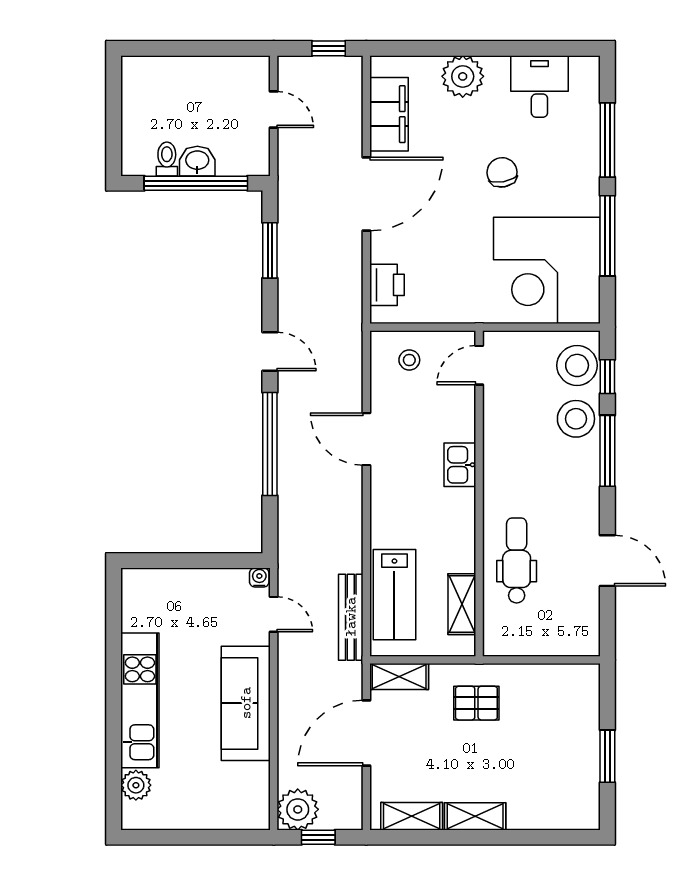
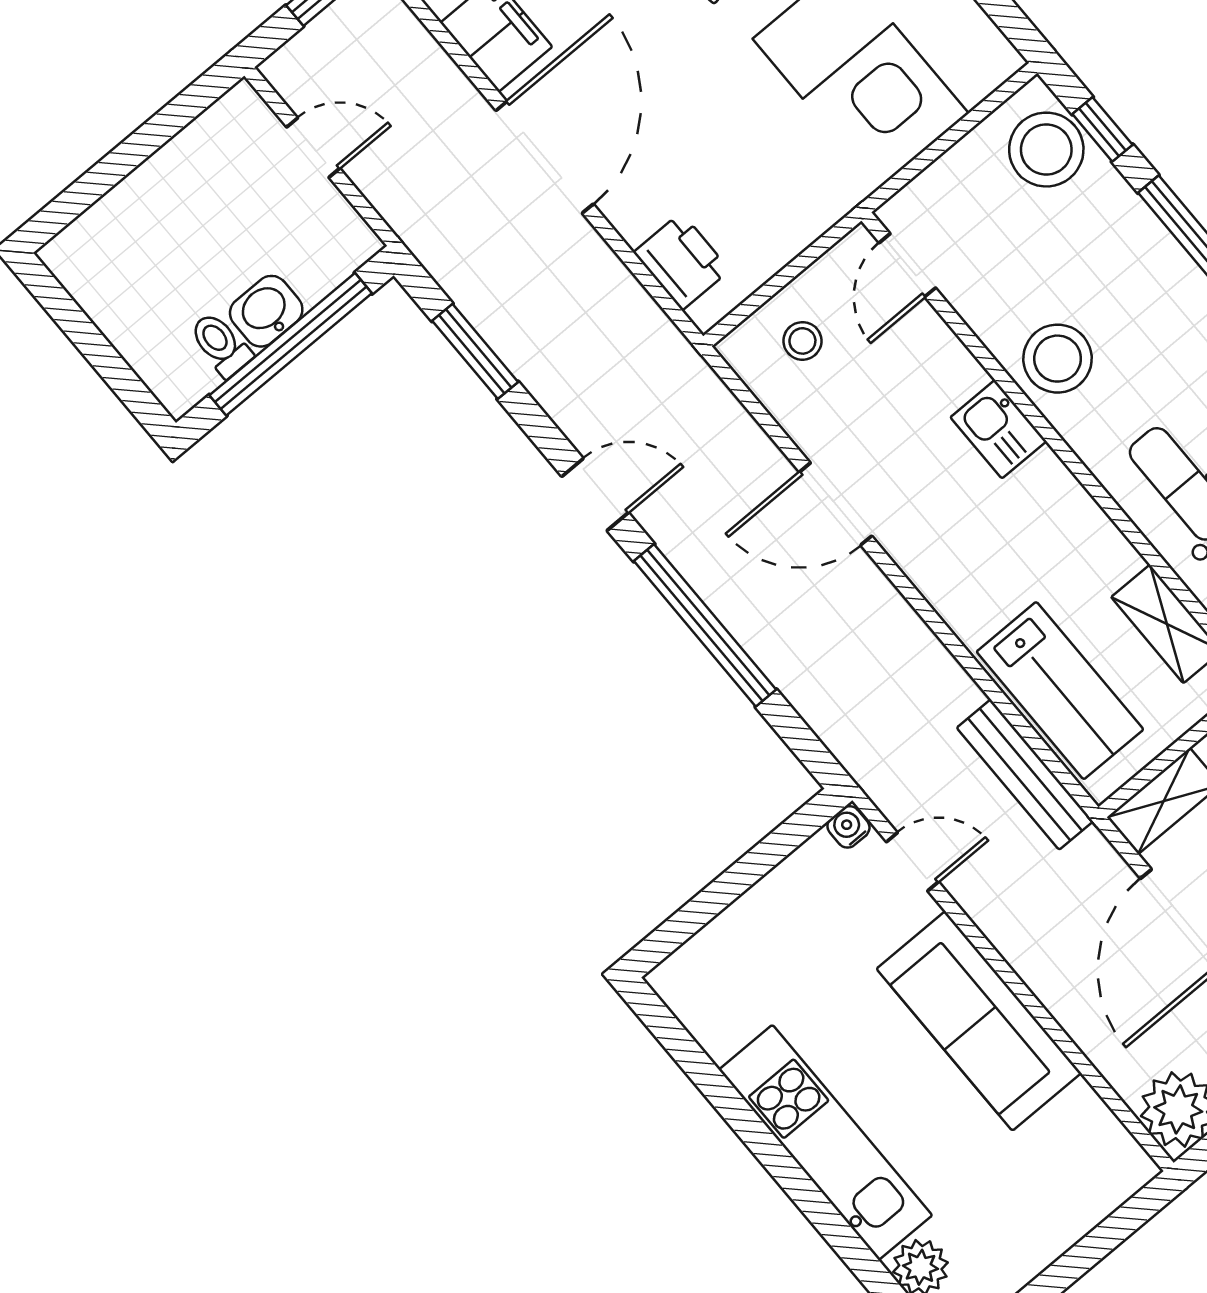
stool: (576, 419) -> (1058, 359), moved

